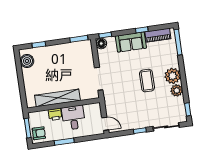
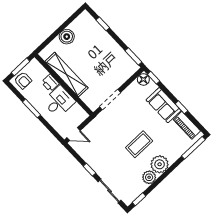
boiler: (27, 61) -> (67, 37), moved
door: (105, 124) -> (74, 134), hinge flipped

